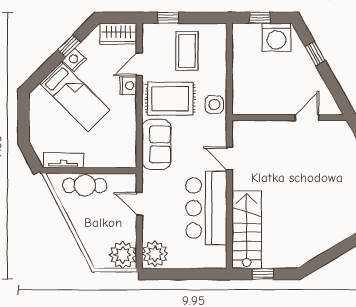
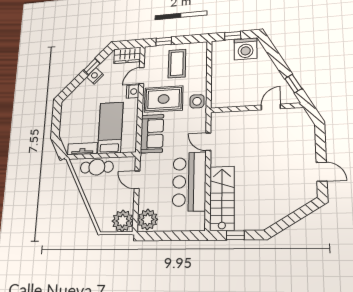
window: (315, 54) -> (293, 84), moved
bed: (75, 96) -> (110, 128), moved, turned -135

